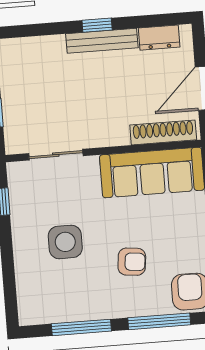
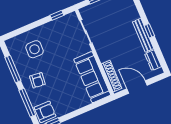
side table: (65, 242) -> (35, 49), moved
armchair: (132, 262) -> (37, 80), moved

